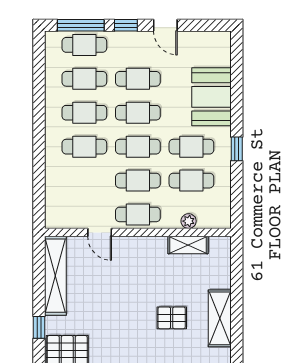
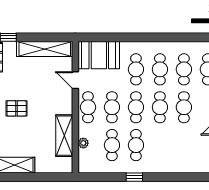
booth: (212, 97) -> (99, 55), moved
door: (100, 232) -> (75, 80), hinge flipped
shelving: (188, 245) -> (64, 136), width x1.50, depth x1.33
pallet: (172, 318) -> (17, 108), moved, turned 90

